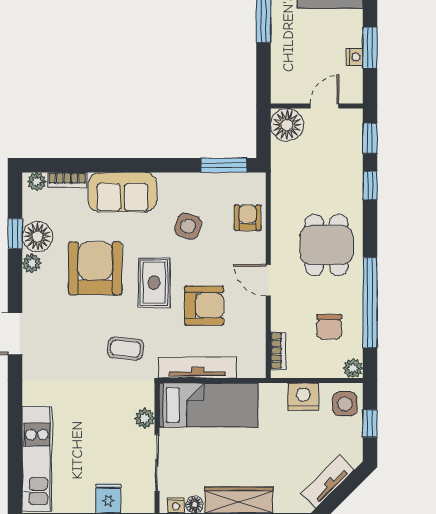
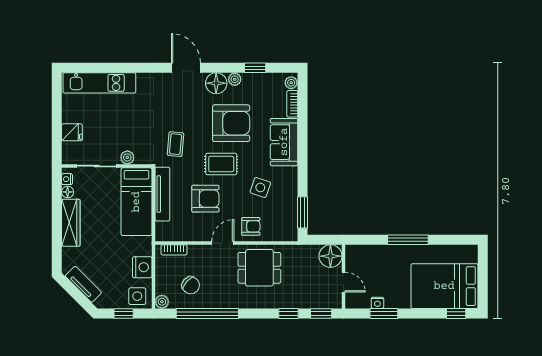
armchair: (248, 218) -> (251, 226), moved
floor lamp: (37, 237) -> (216, 83), moved
dining table: (326, 245) -> (259, 268), moved
armchair: (204, 305) -> (205, 199), turned -90
chair: (329, 327) -> (191, 285), turned -138

